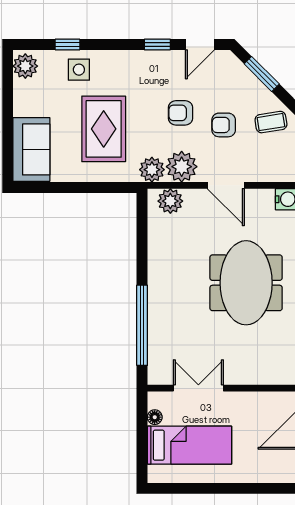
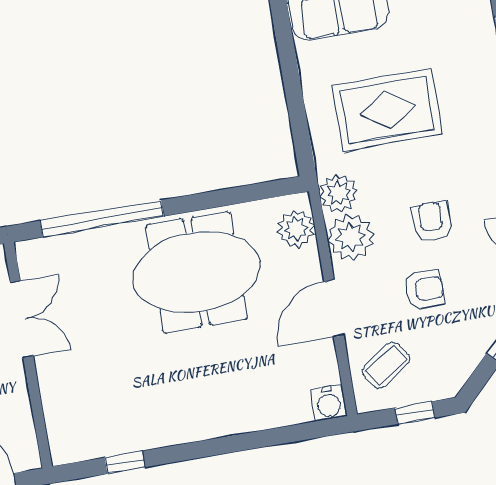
side table: (79, 70) -> (470, 58), removed
coffee table: (271, 122) -> (386, 365), moved, turned 65
armchair: (224, 125) -> (424, 290), turned 90
meeting table: (246, 283) -> (197, 272), moved

